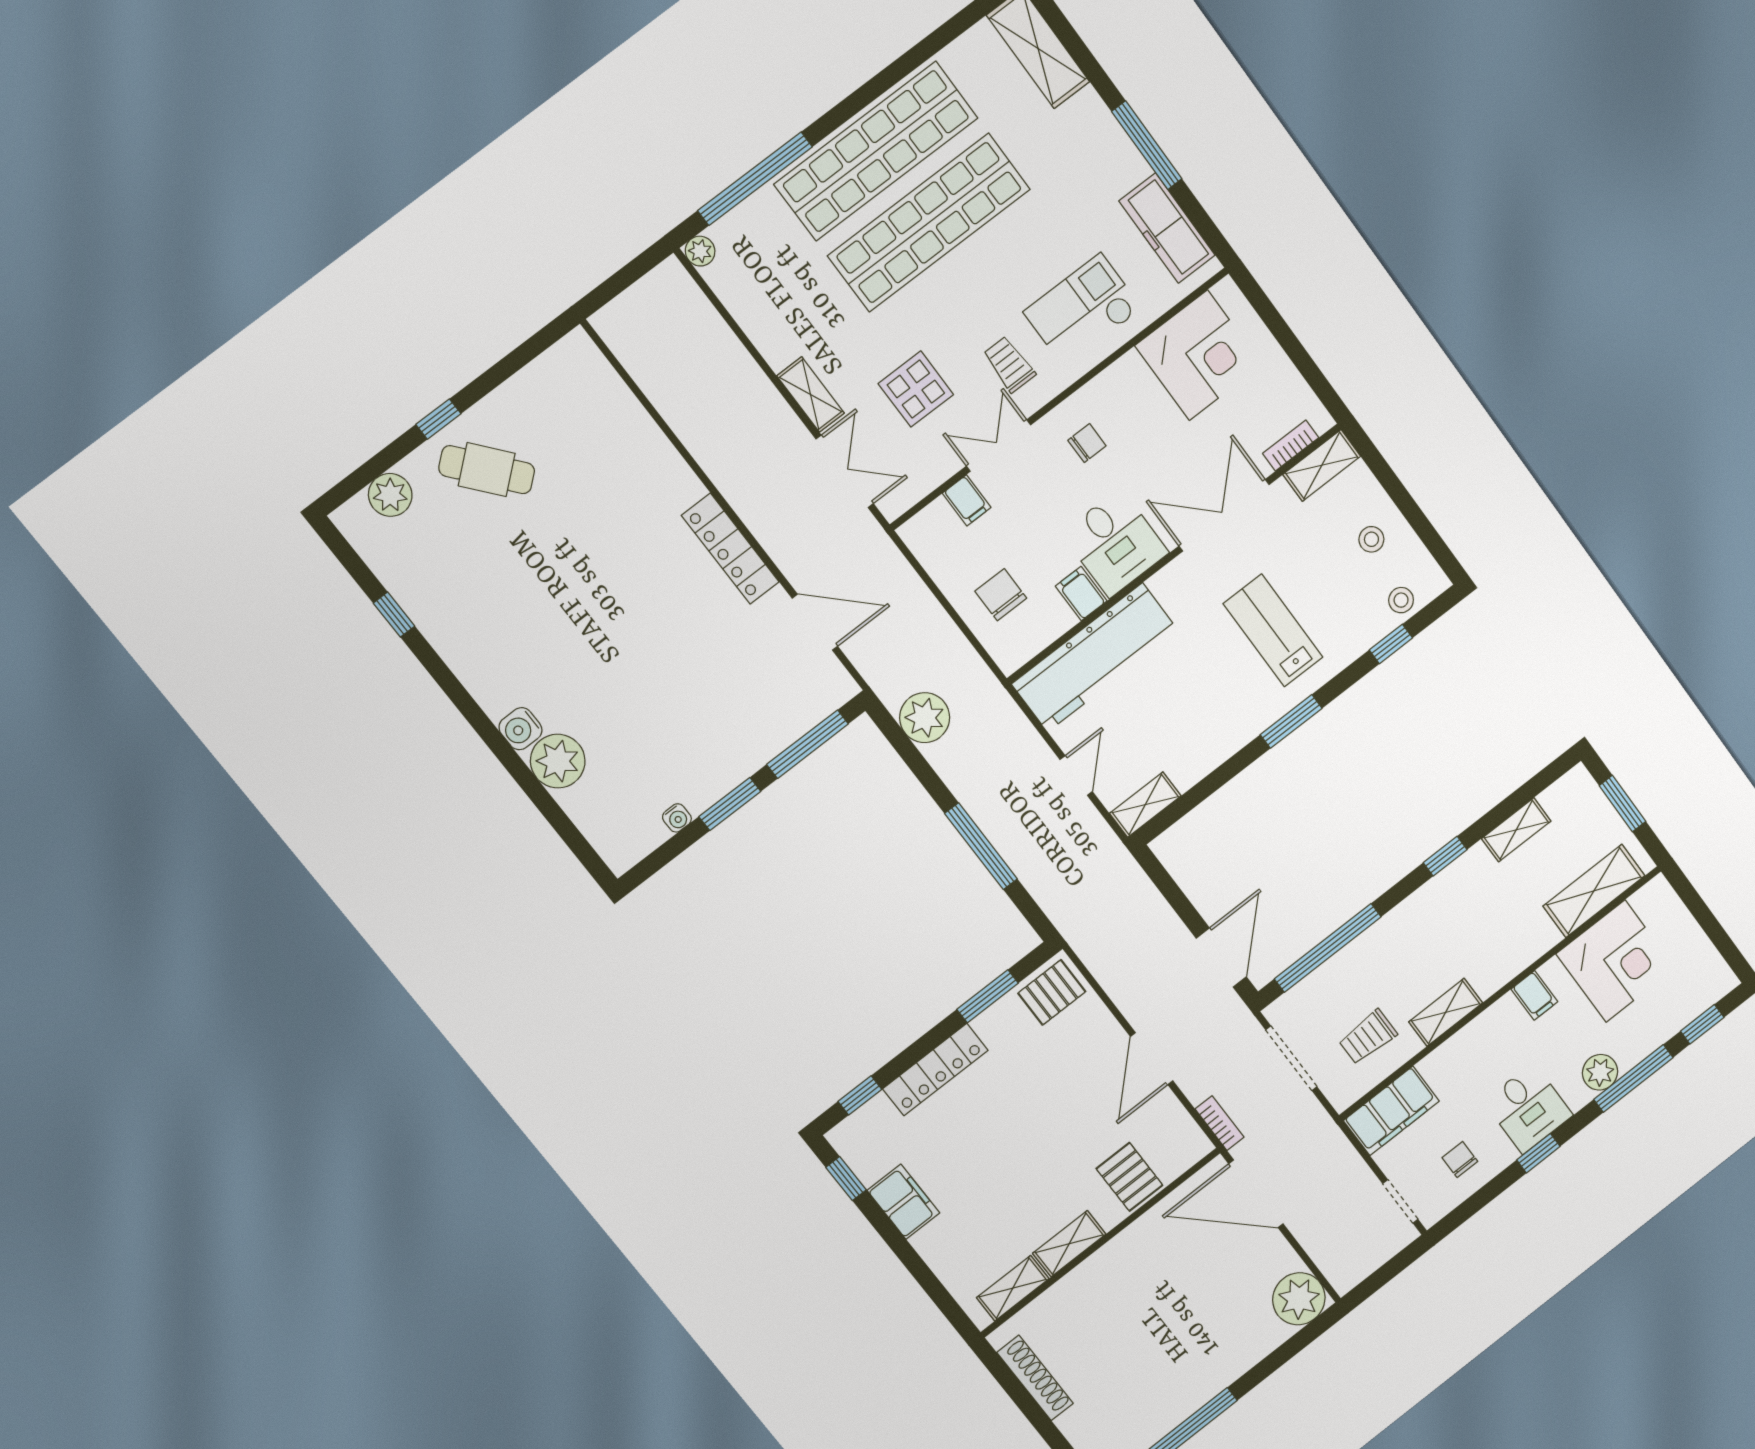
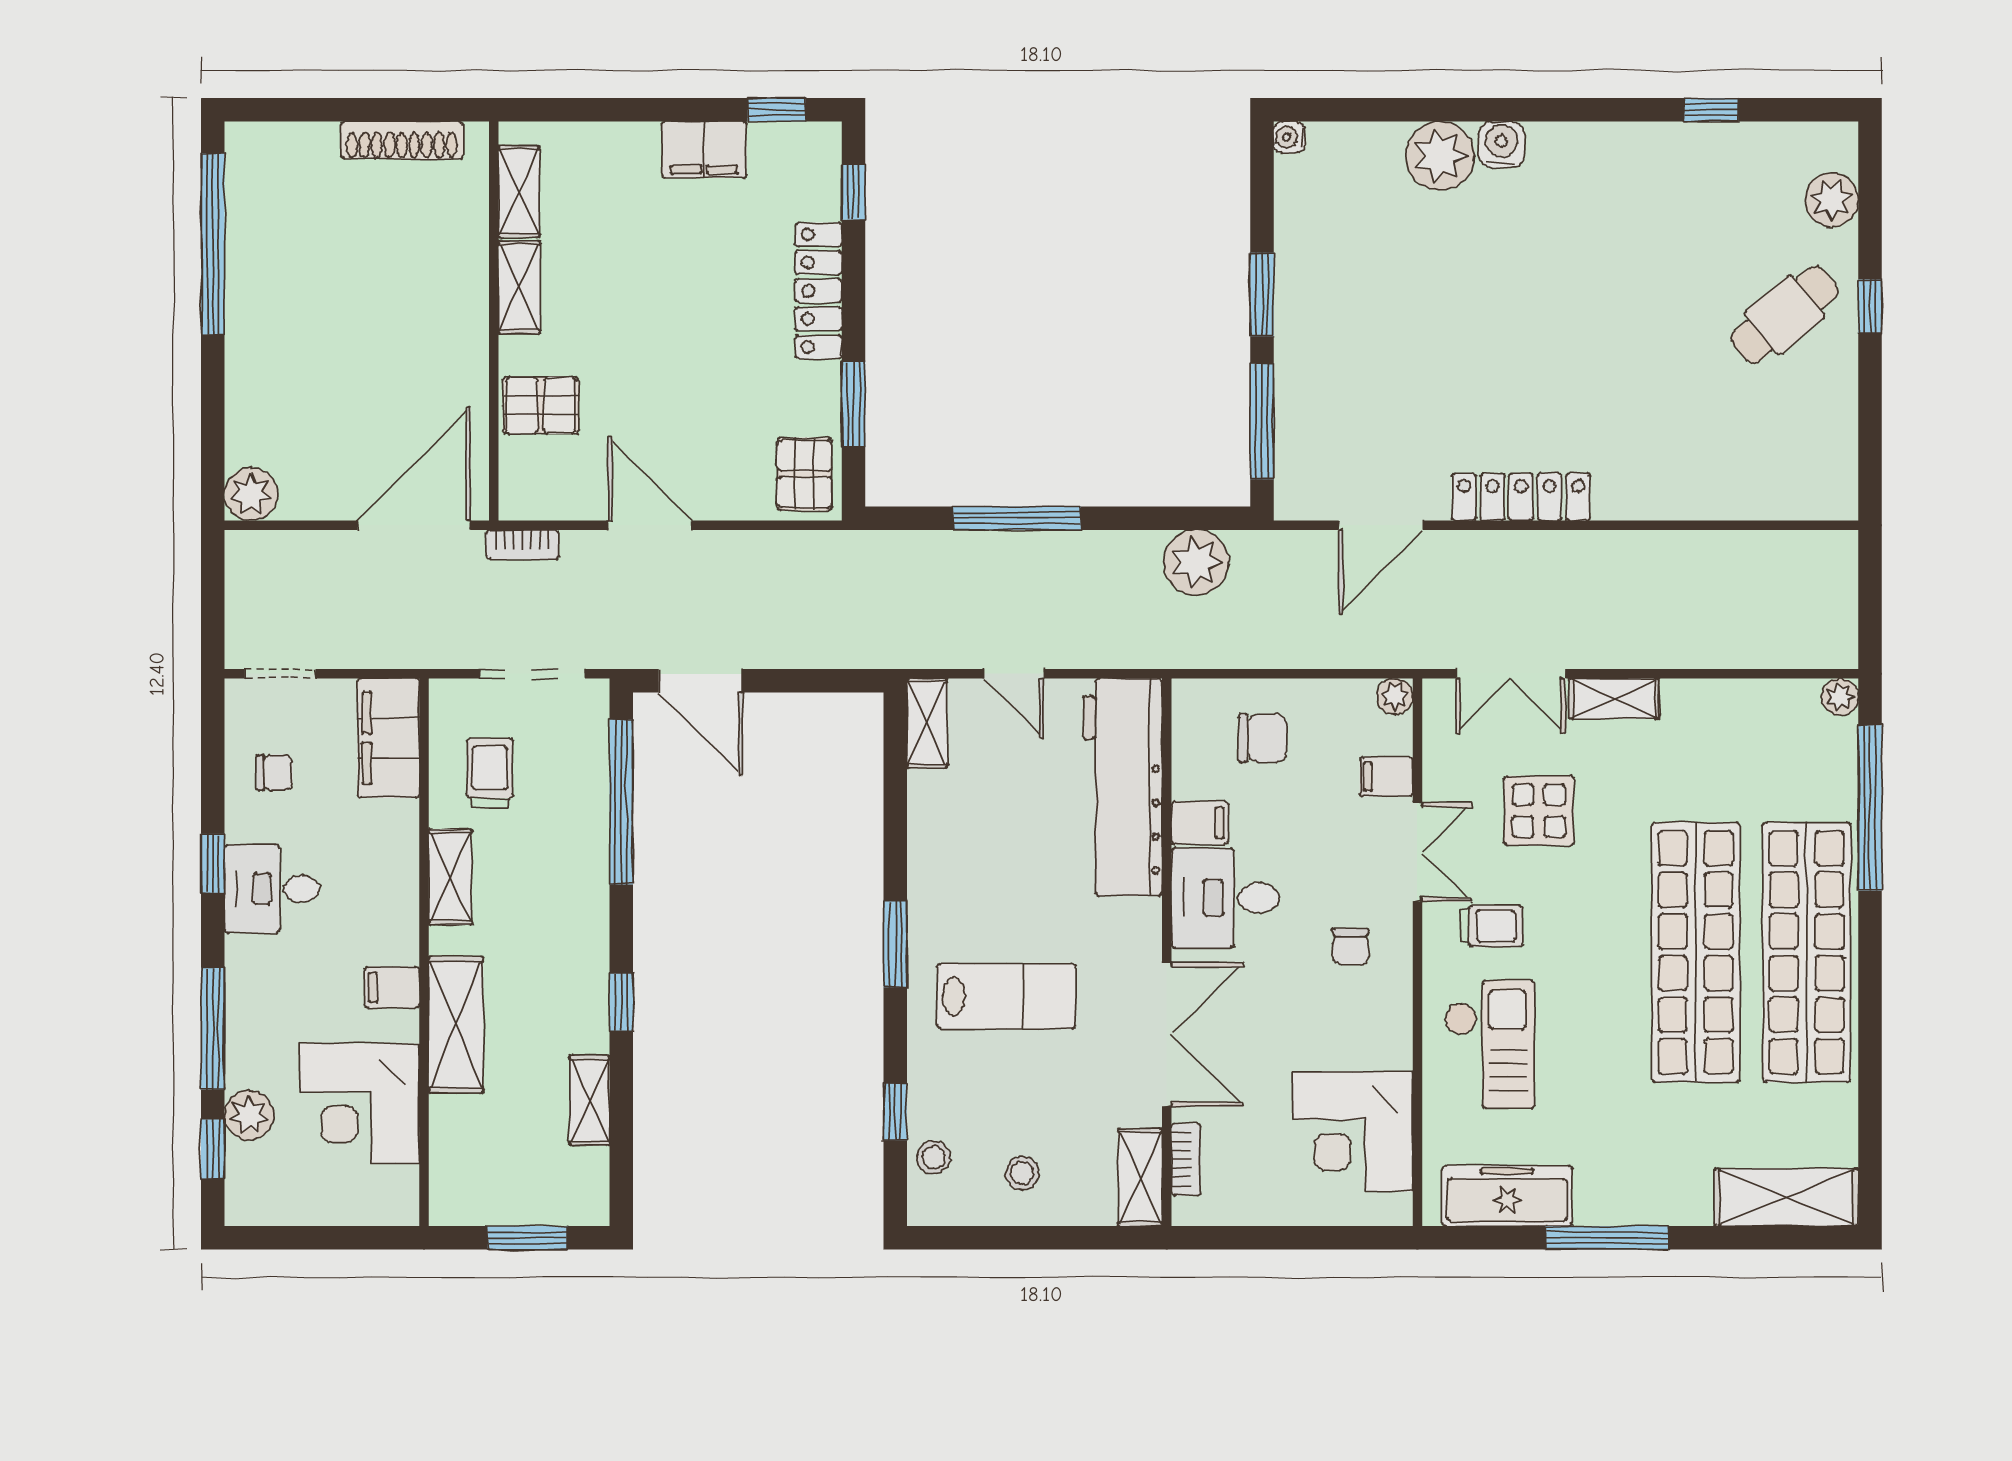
plant: (913, 533) -> (1395, 696), added
water cooler: (677, 818) -> (1289, 137), moved
shelving: (1594, 891) -> (456, 1025), moved
plant: (1600, 1072) -> (249, 1115), moved
plant: (1299, 1299) -> (251, 494), width x0.73, depth x0.73

